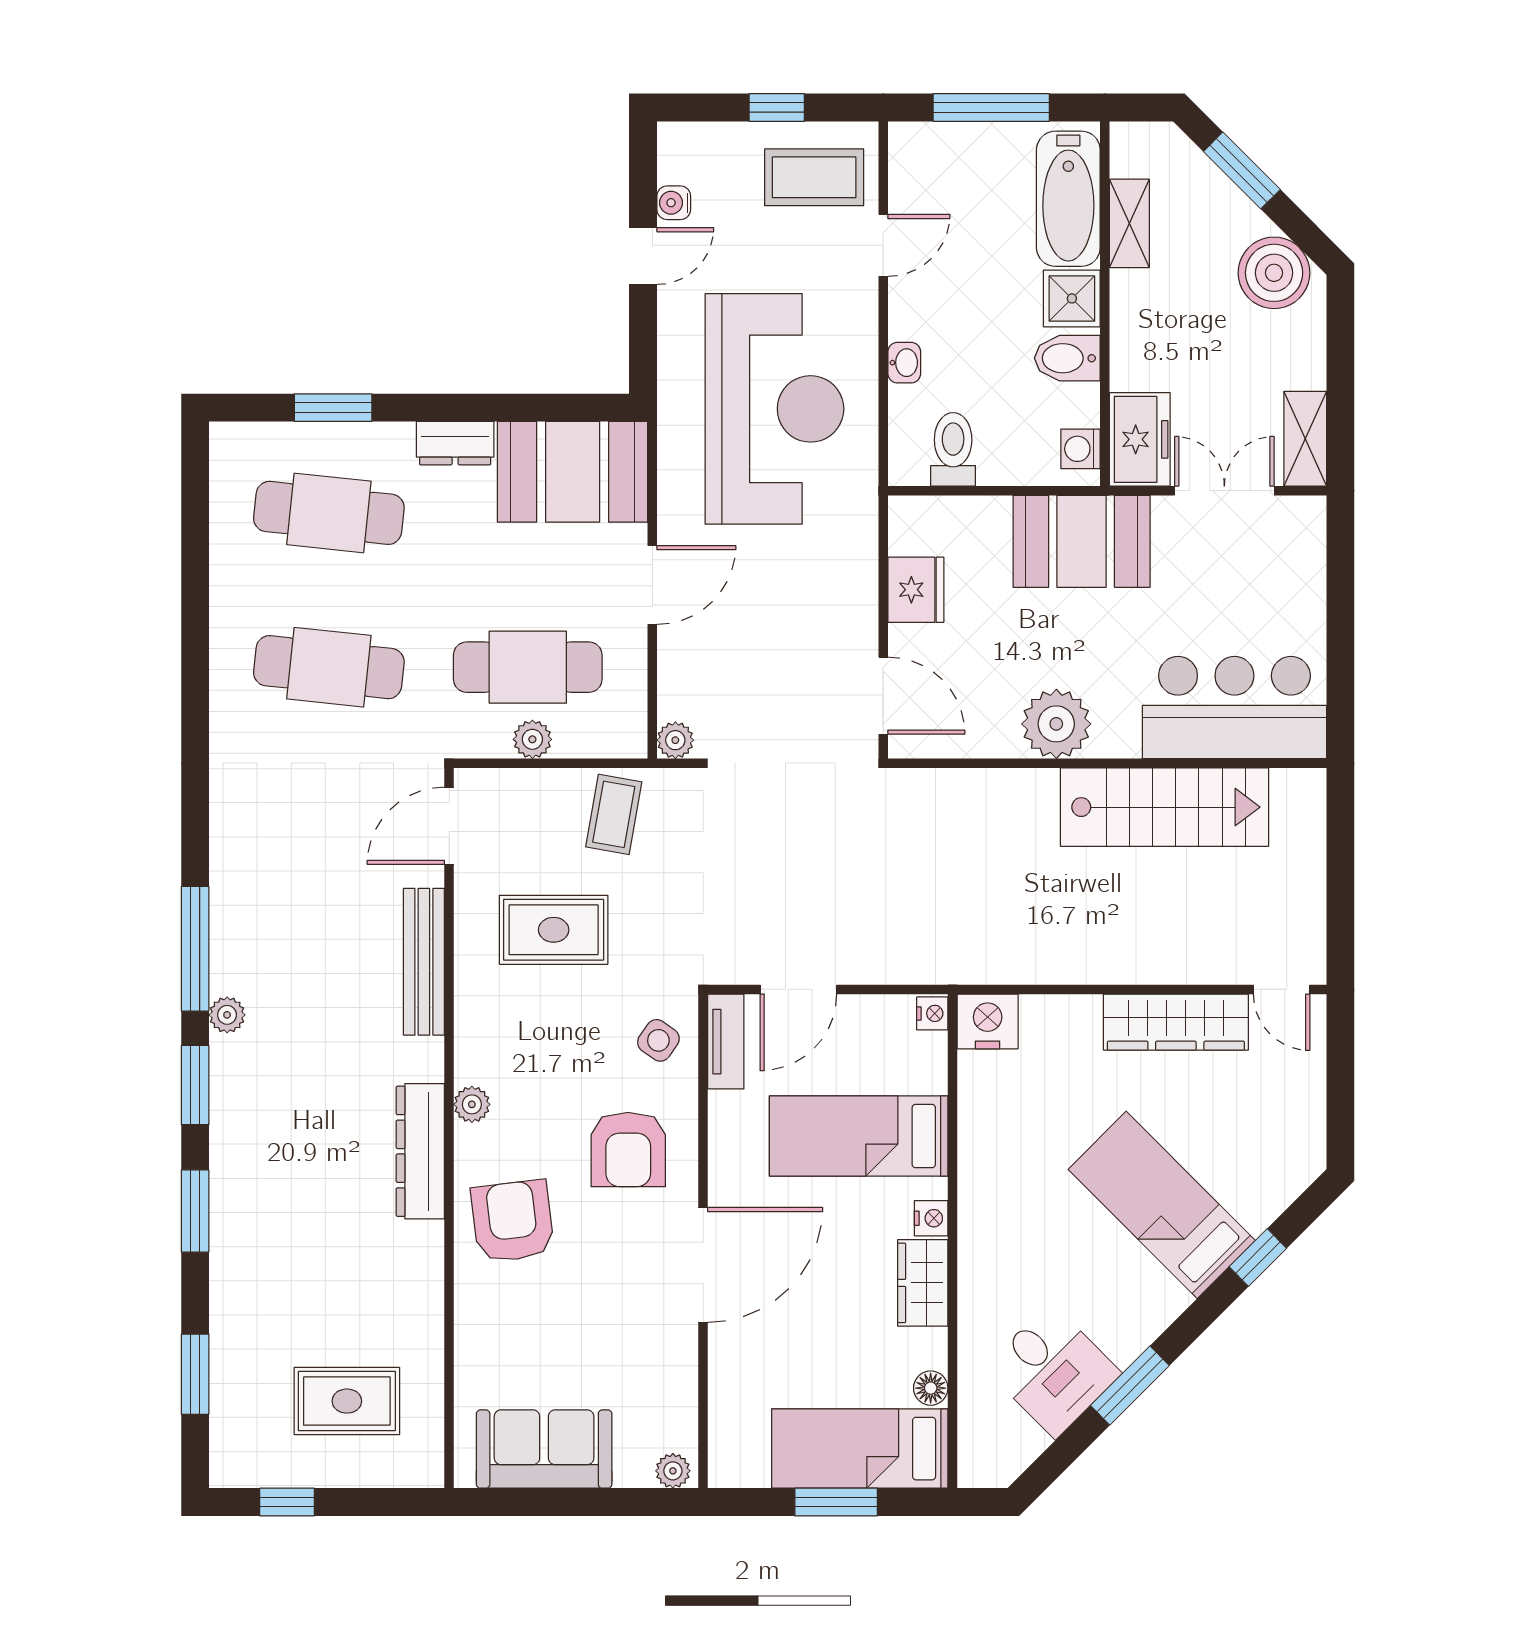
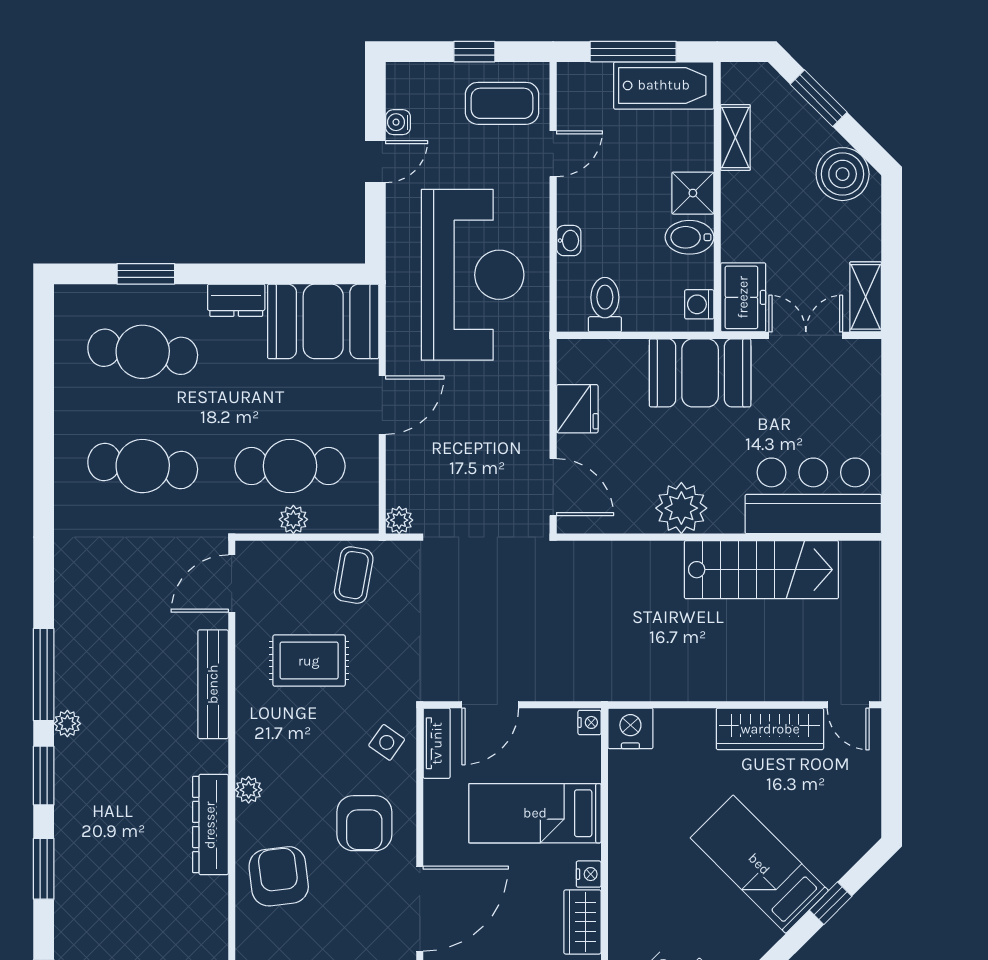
bathtub: (1068, 199) -> (664, 85), moved, turned -90

